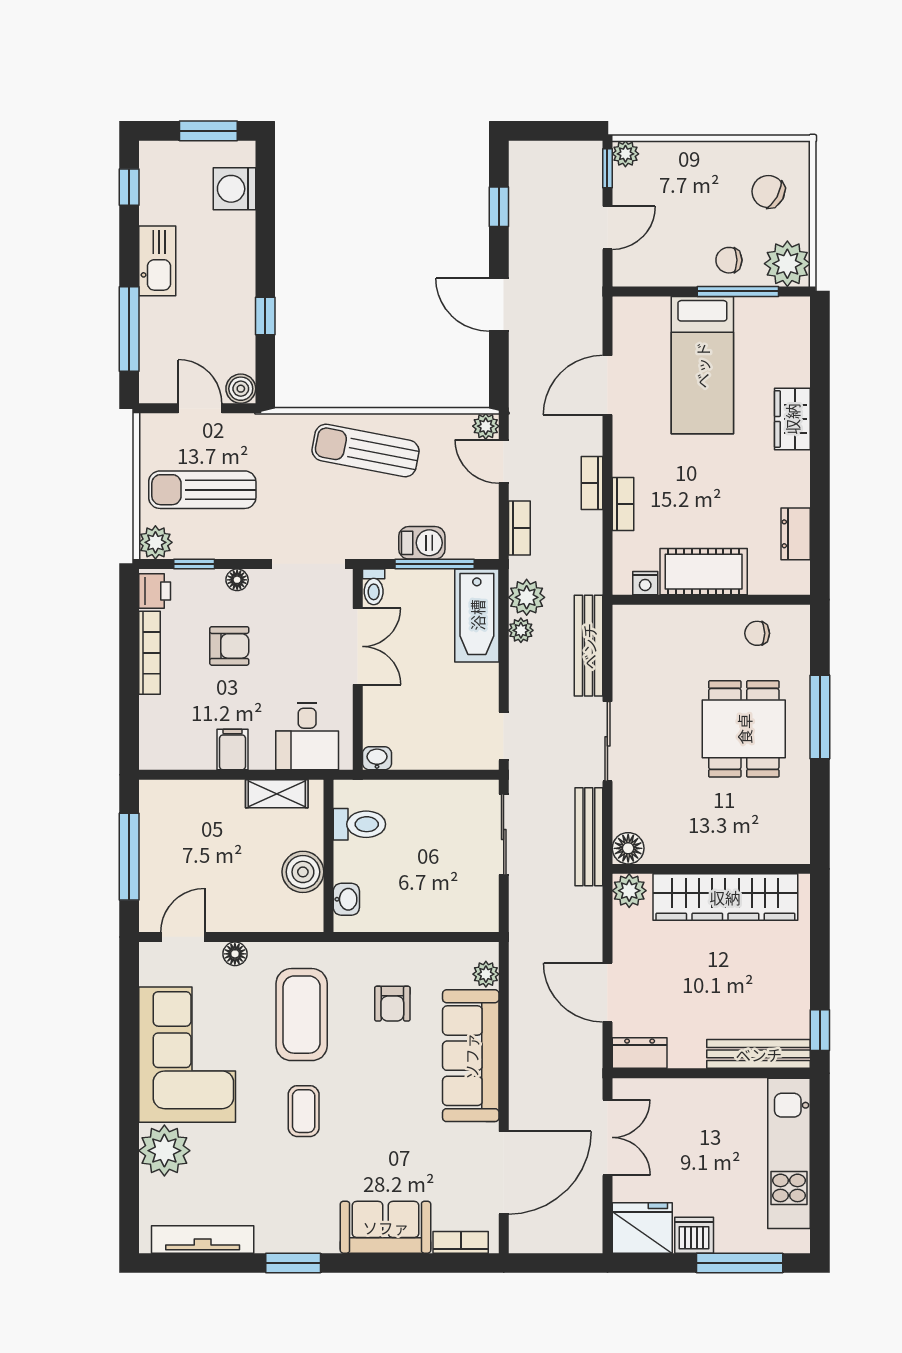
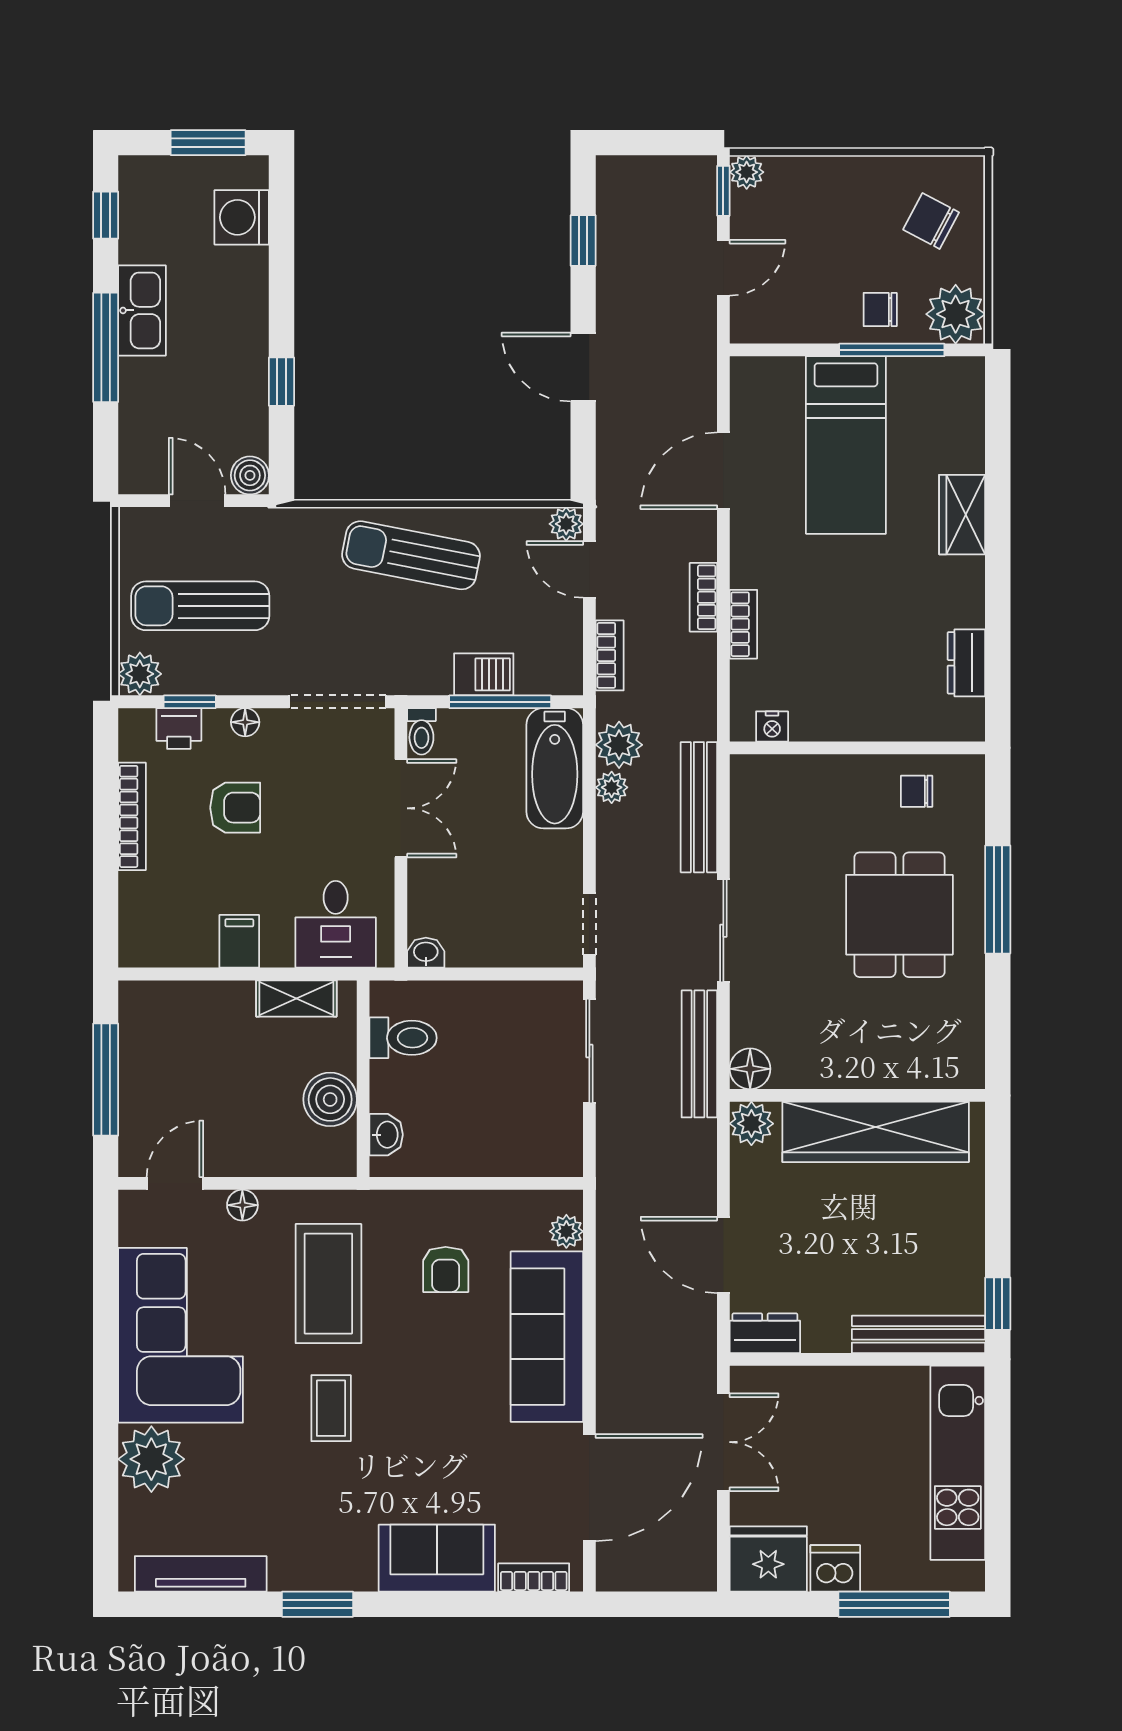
window: (129, 329) -> (106, 347), moved
cot: (704, 572) -> (848, 712), removed
printer: (155, 591) -> (179, 728), moved, turned 90

